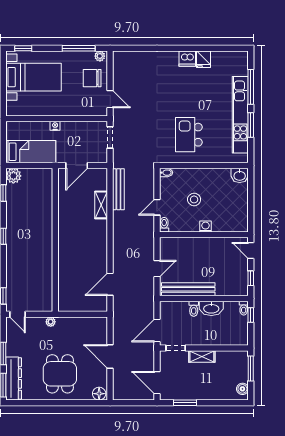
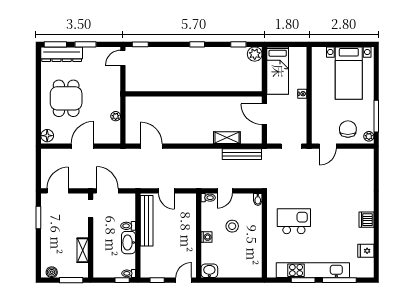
window: (23, 48) -> (376, 63), removed
fridge: (203, 59) -> (366, 251), moved
washbasin: (240, 175) -> (209, 271), moved, turned 90
door: (157, 207) -> (225, 191), swing flipped
plant: (51, 322) -> (116, 116), moved
shelving: (202, 356) -> (83, 250), moved
dining table: (60, 374) -> (66, 98), turned 90

